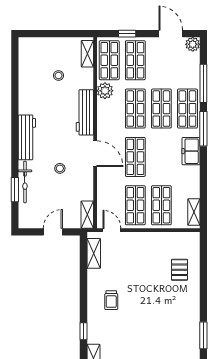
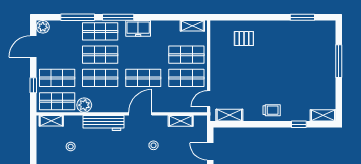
shelving: (87, 215) -> (181, 121), moved
trolley: (111, 300) -> (272, 110), moved

